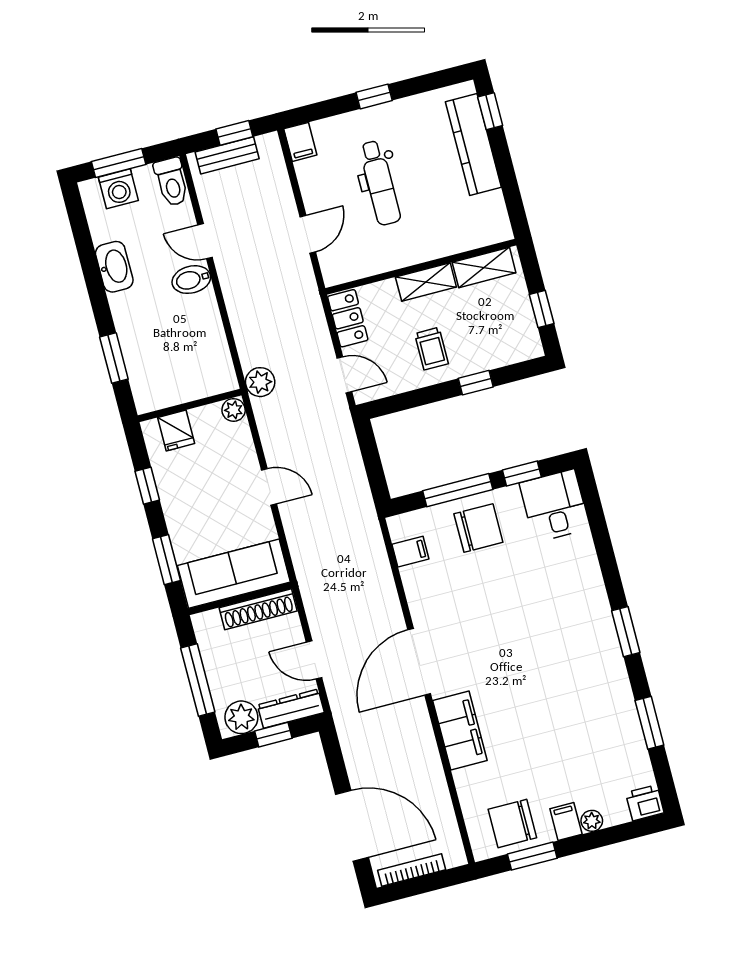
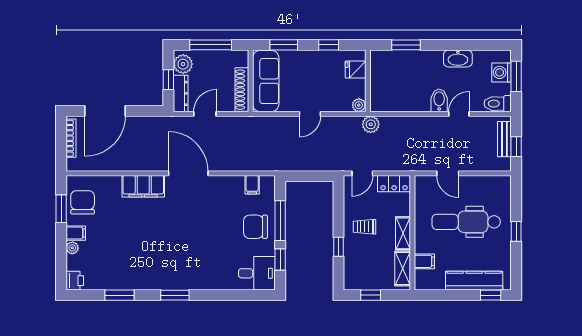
filing cabinet: (300, 142) -> (424, 261), moved, turned 180
dental chair: (380, 183) -> (466, 222), width x1.36, depth x1.38
chair: (478, 528) -> (255, 227), turned 90

